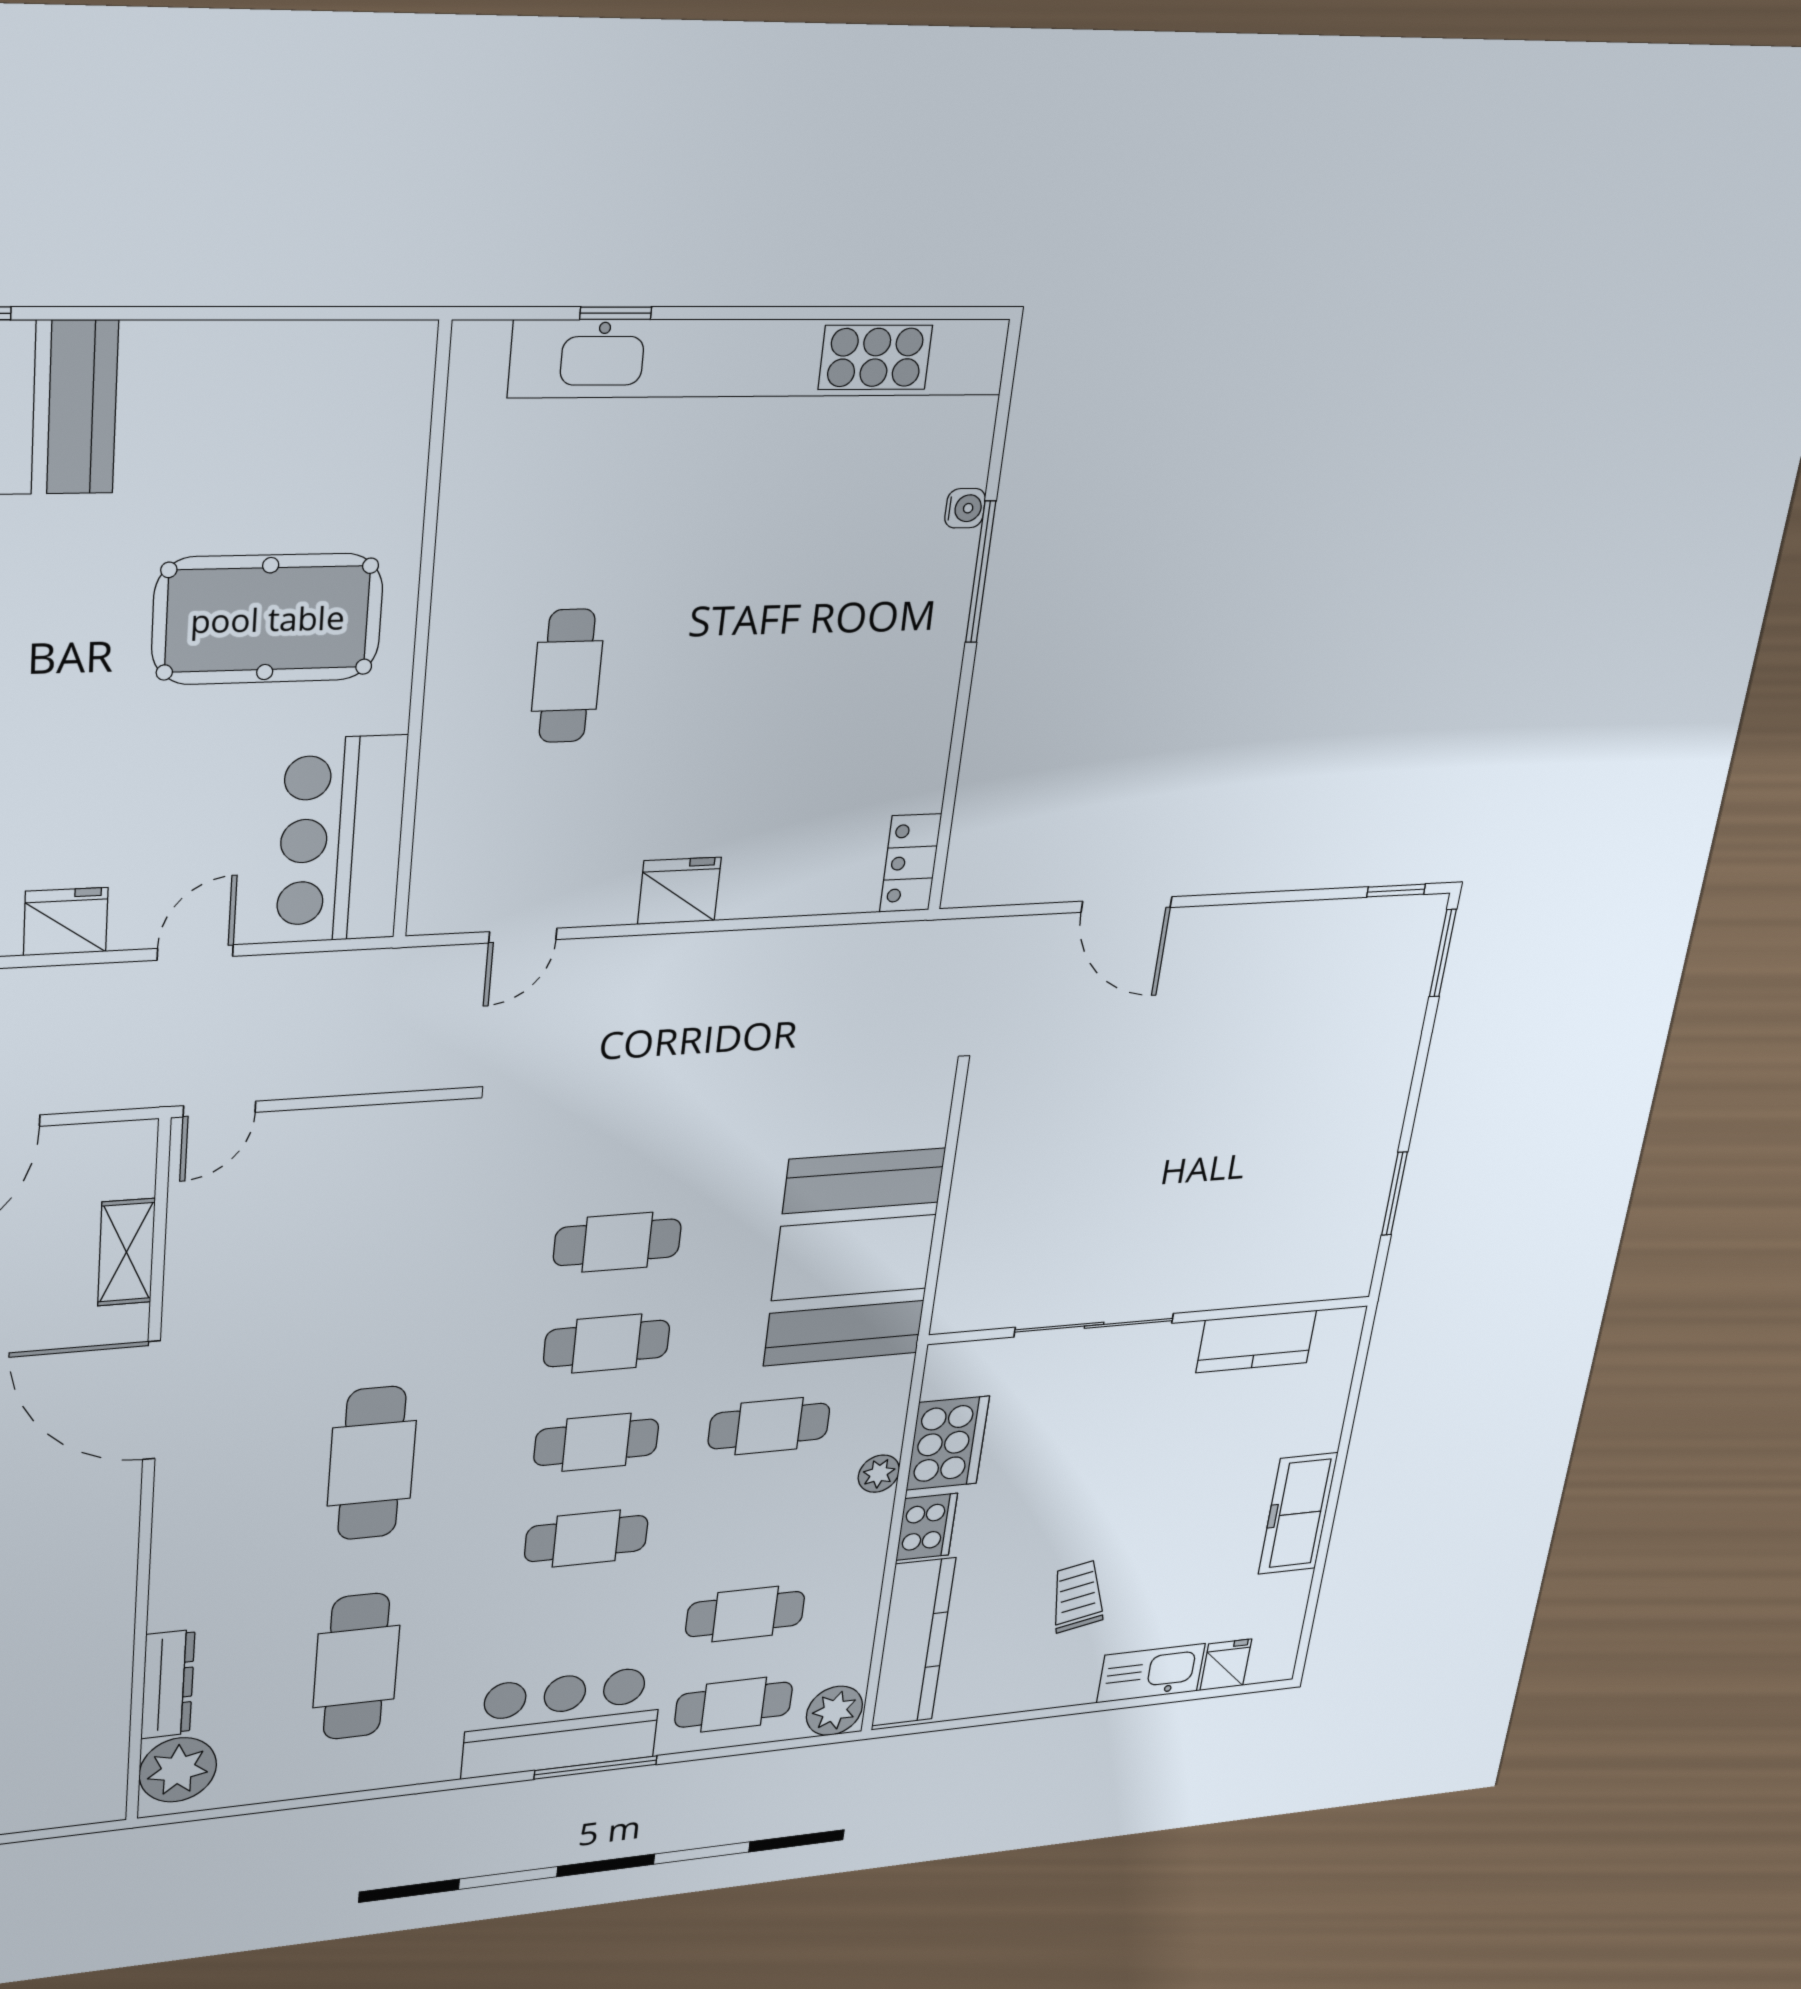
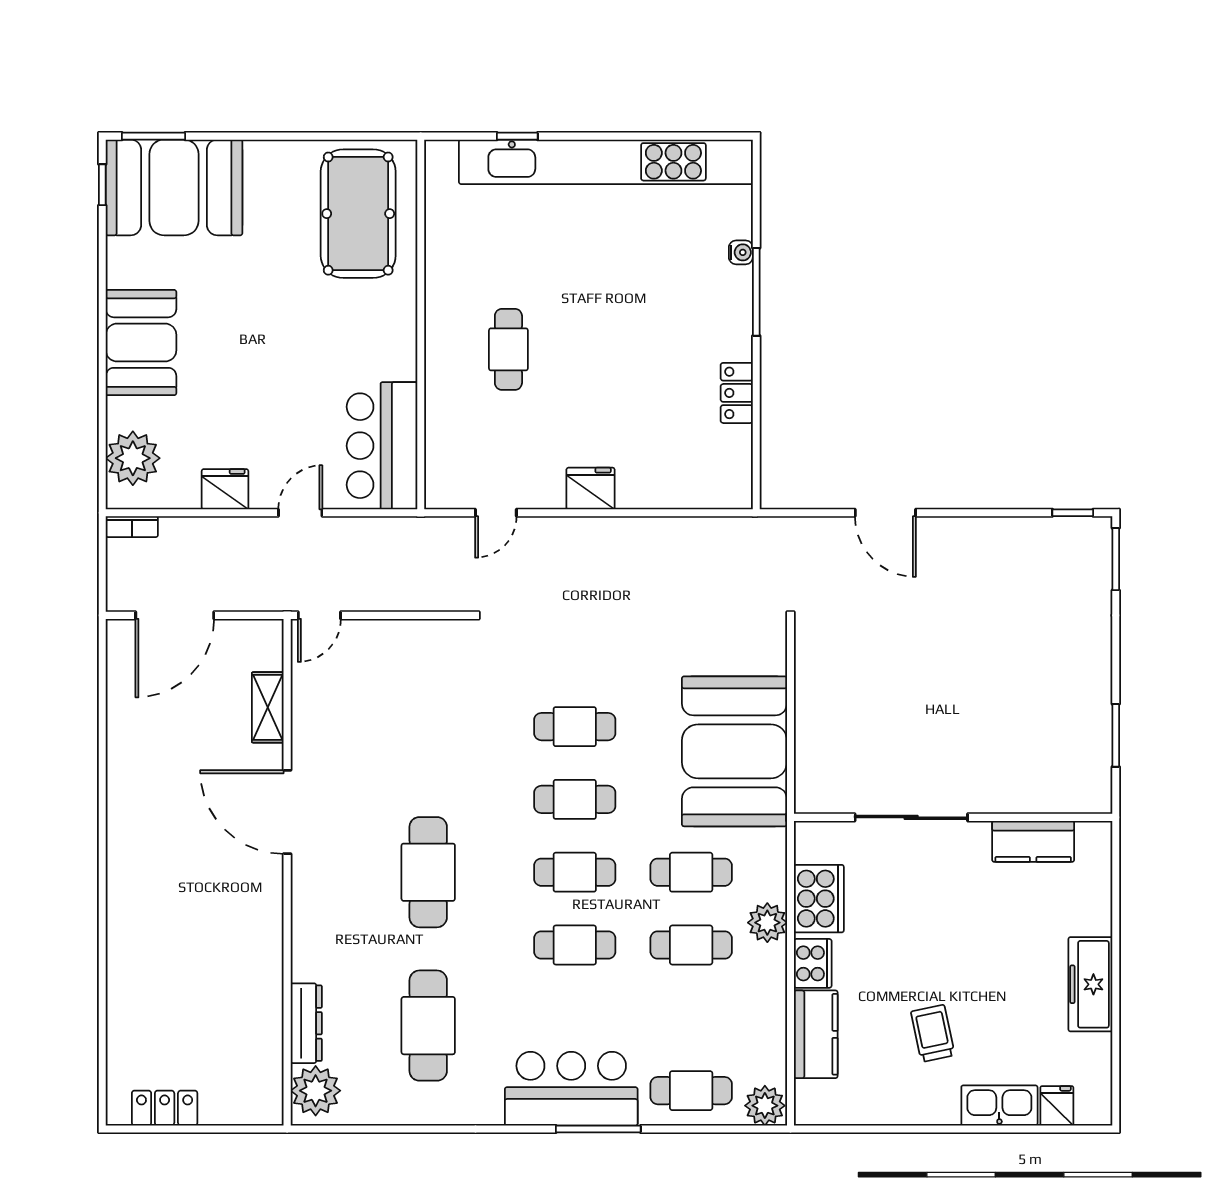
pool table: (268, 619) -> (358, 214), moved, turned 90
locker: (911, 863) -> (737, 393), moved
plant: (879, 1474) -> (767, 923), width x1.38, depth x1.38
cafe table: (745, 1614) -> (691, 945), moved
kitchen counter: (914, 1642) -> (816, 1034), width x0.67

